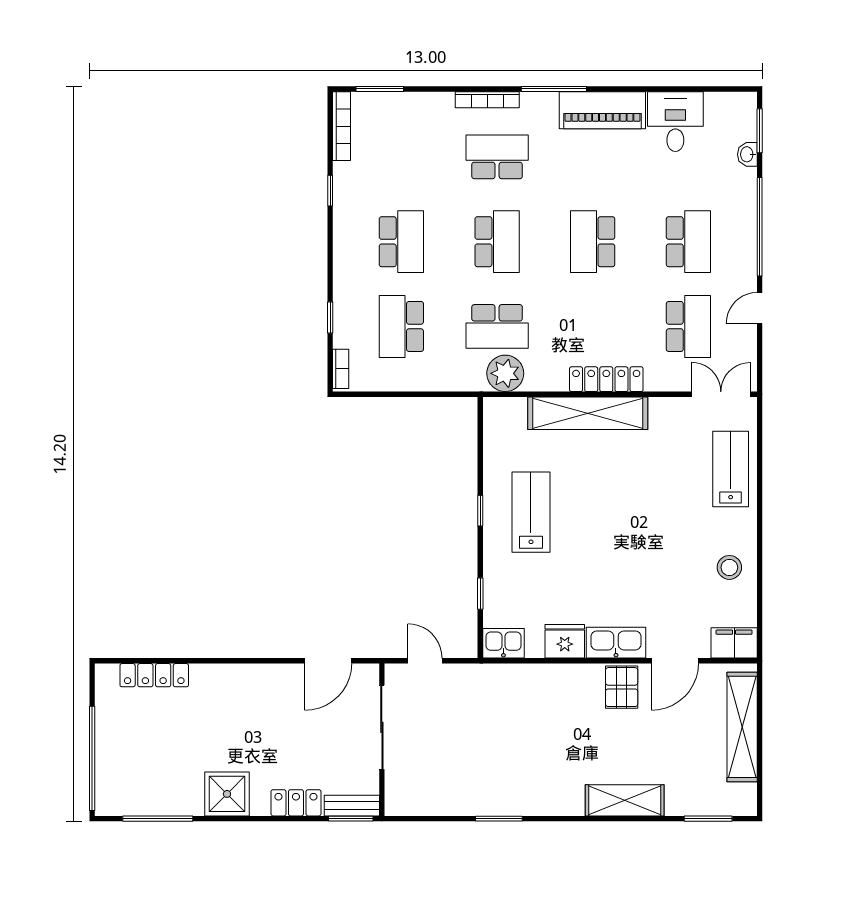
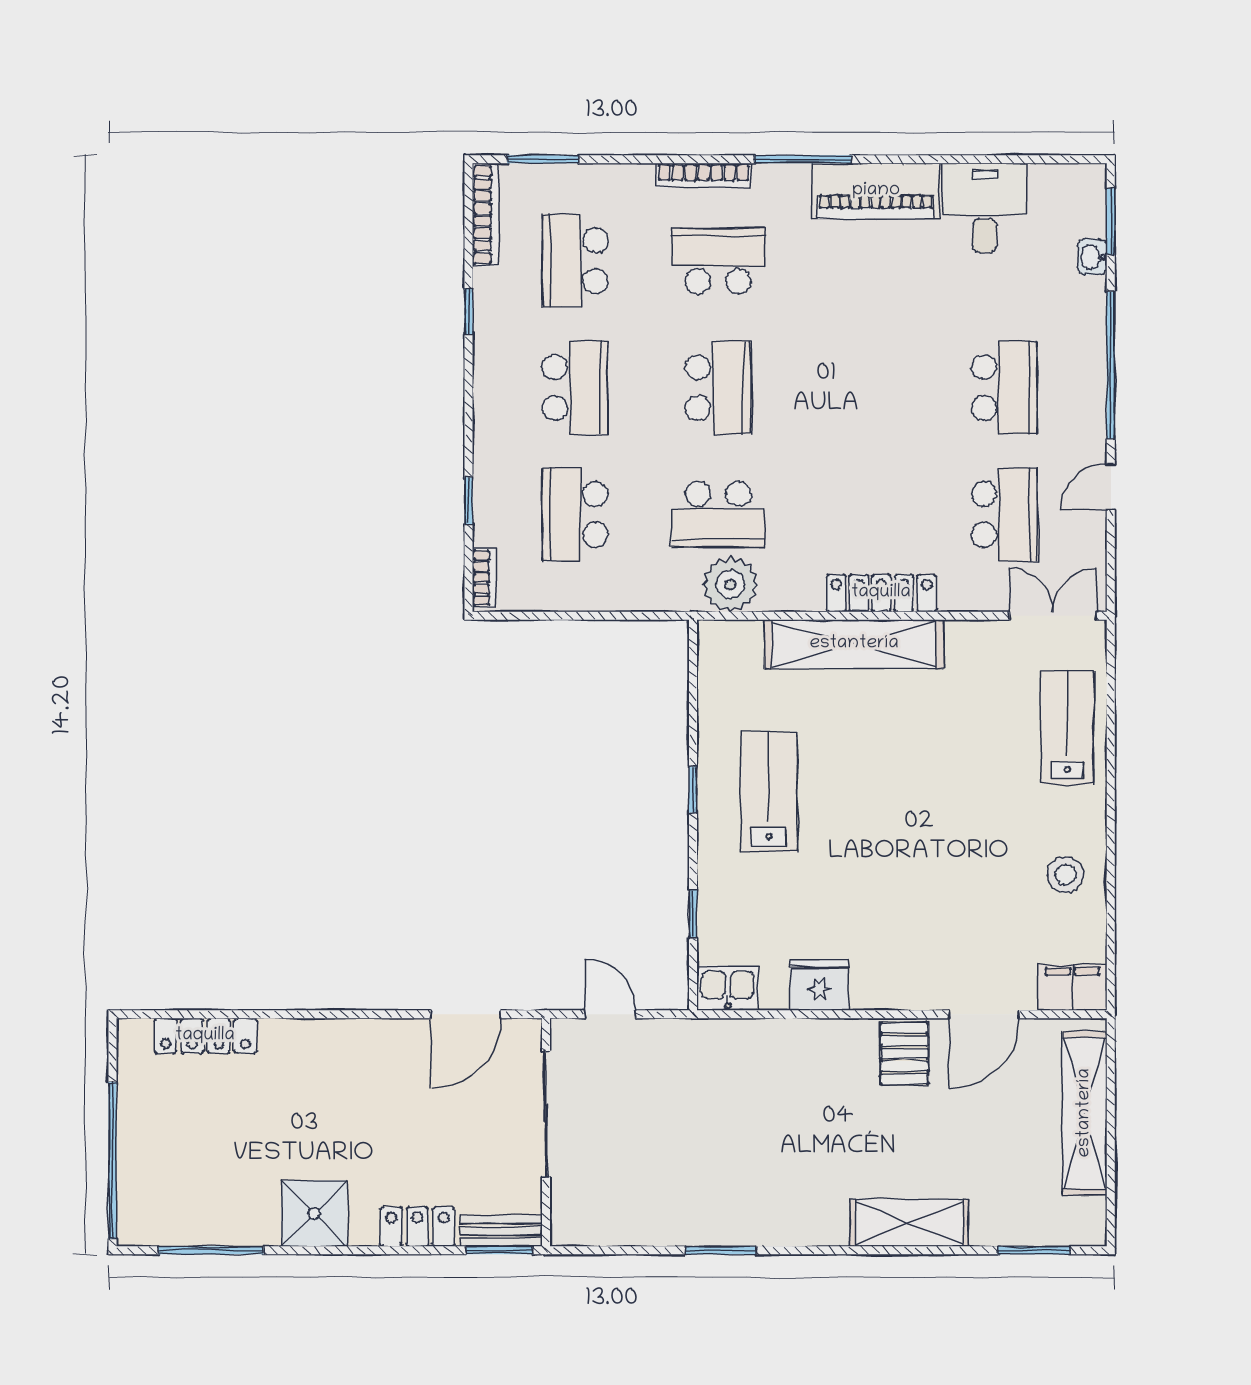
school desk: (593, 242) -> (575, 261), moved
kitchen sink: (616, 643) -> (896, 987), removed

